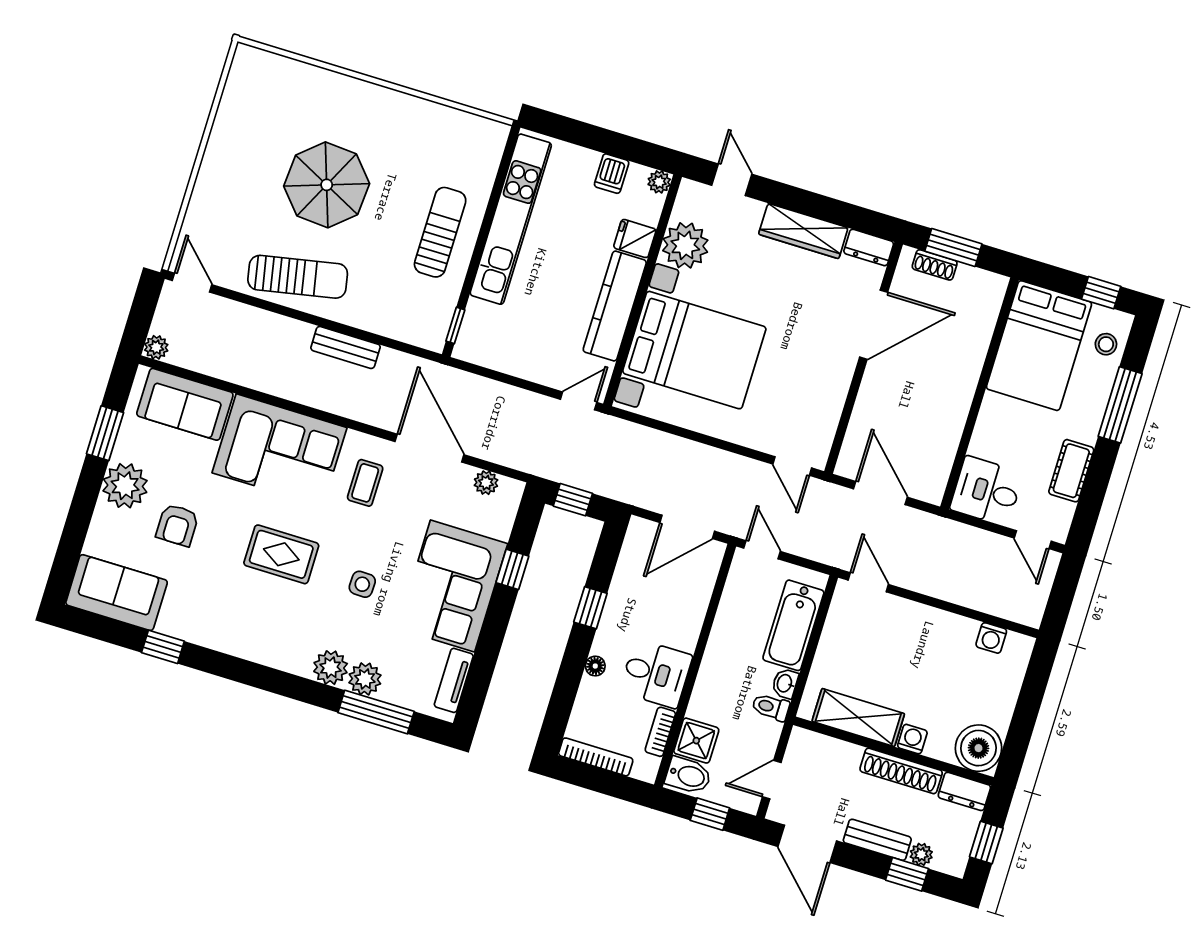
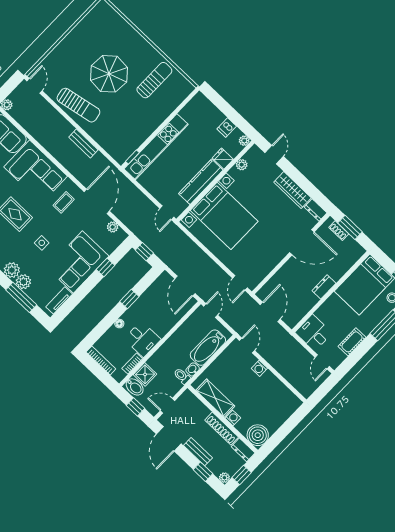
kitchen unit: (511, 219) -> (156, 147), moved
sun lounger: (440, 232) -> (154, 80), moved
plant: (685, 245) -> (242, 165), width x0.53, depth x0.53
dresser: (961, 391) -> (324, 287), added
door: (579, 401) -> (167, 213), swing flipped
door: (687, 527) -> (185, 286), hinge flipped
washing machine: (991, 638) -> (259, 368), moved
plant: (921, 854) -> (224, 478), moved

